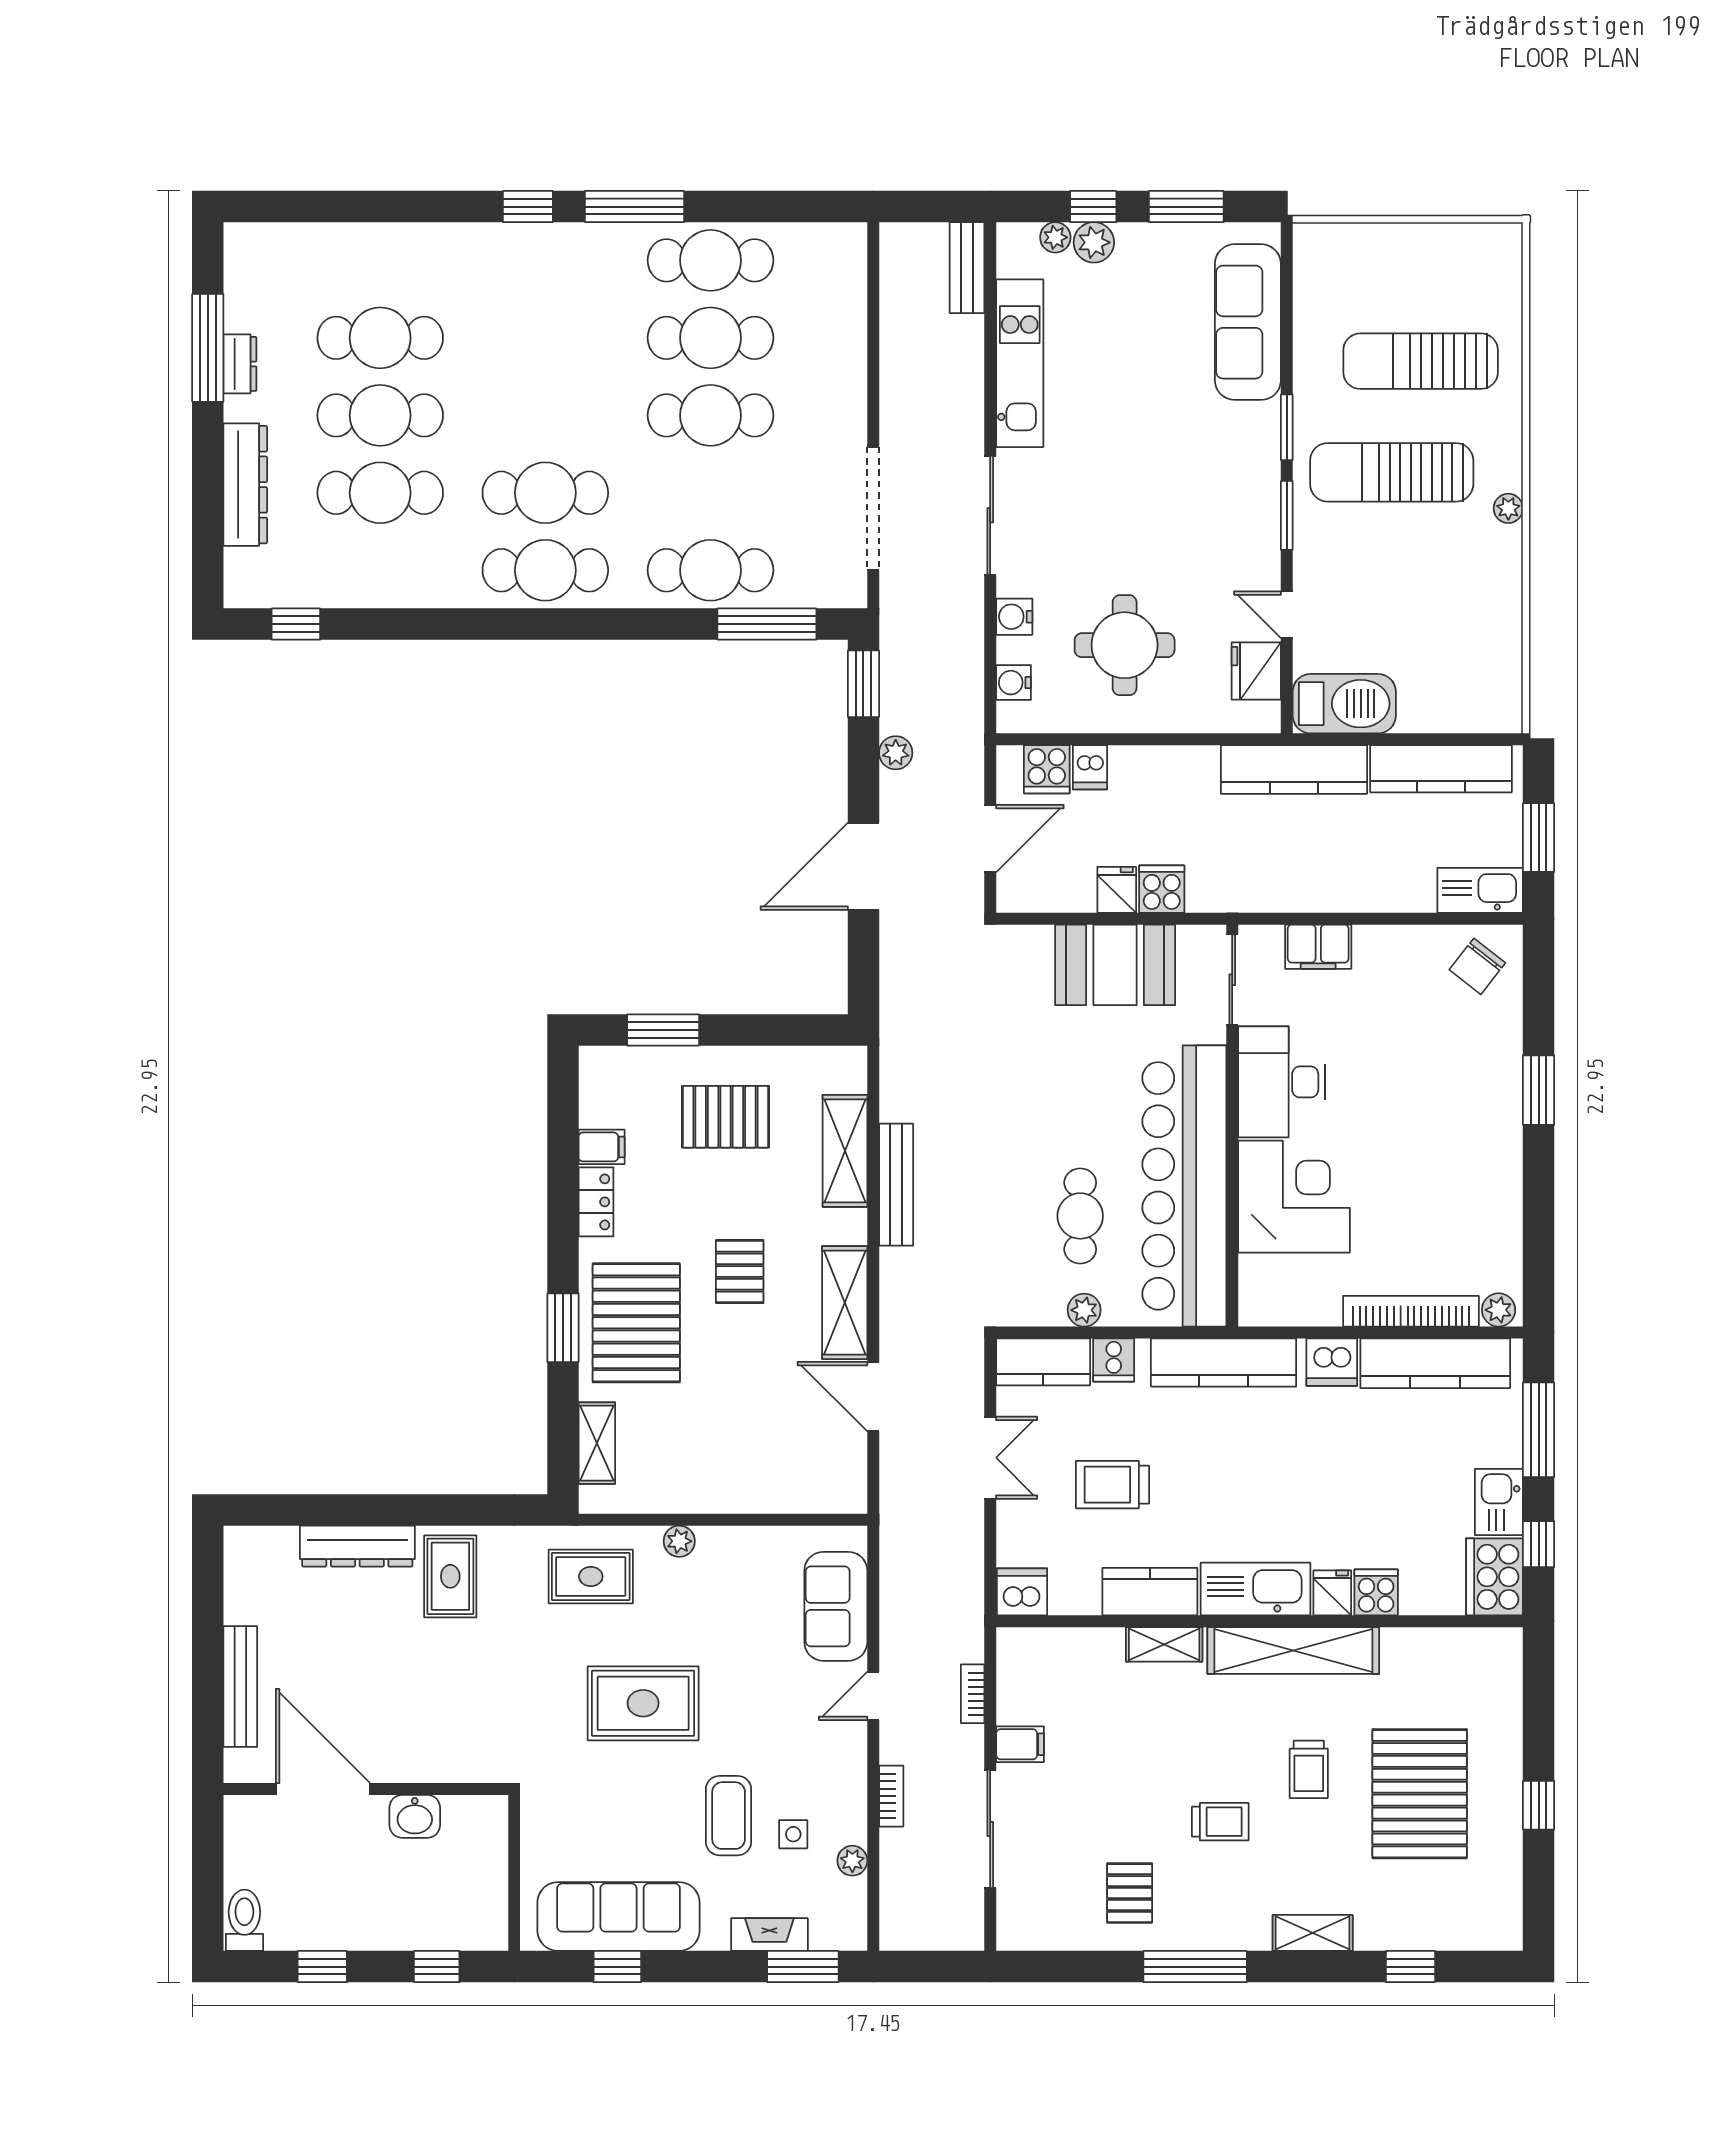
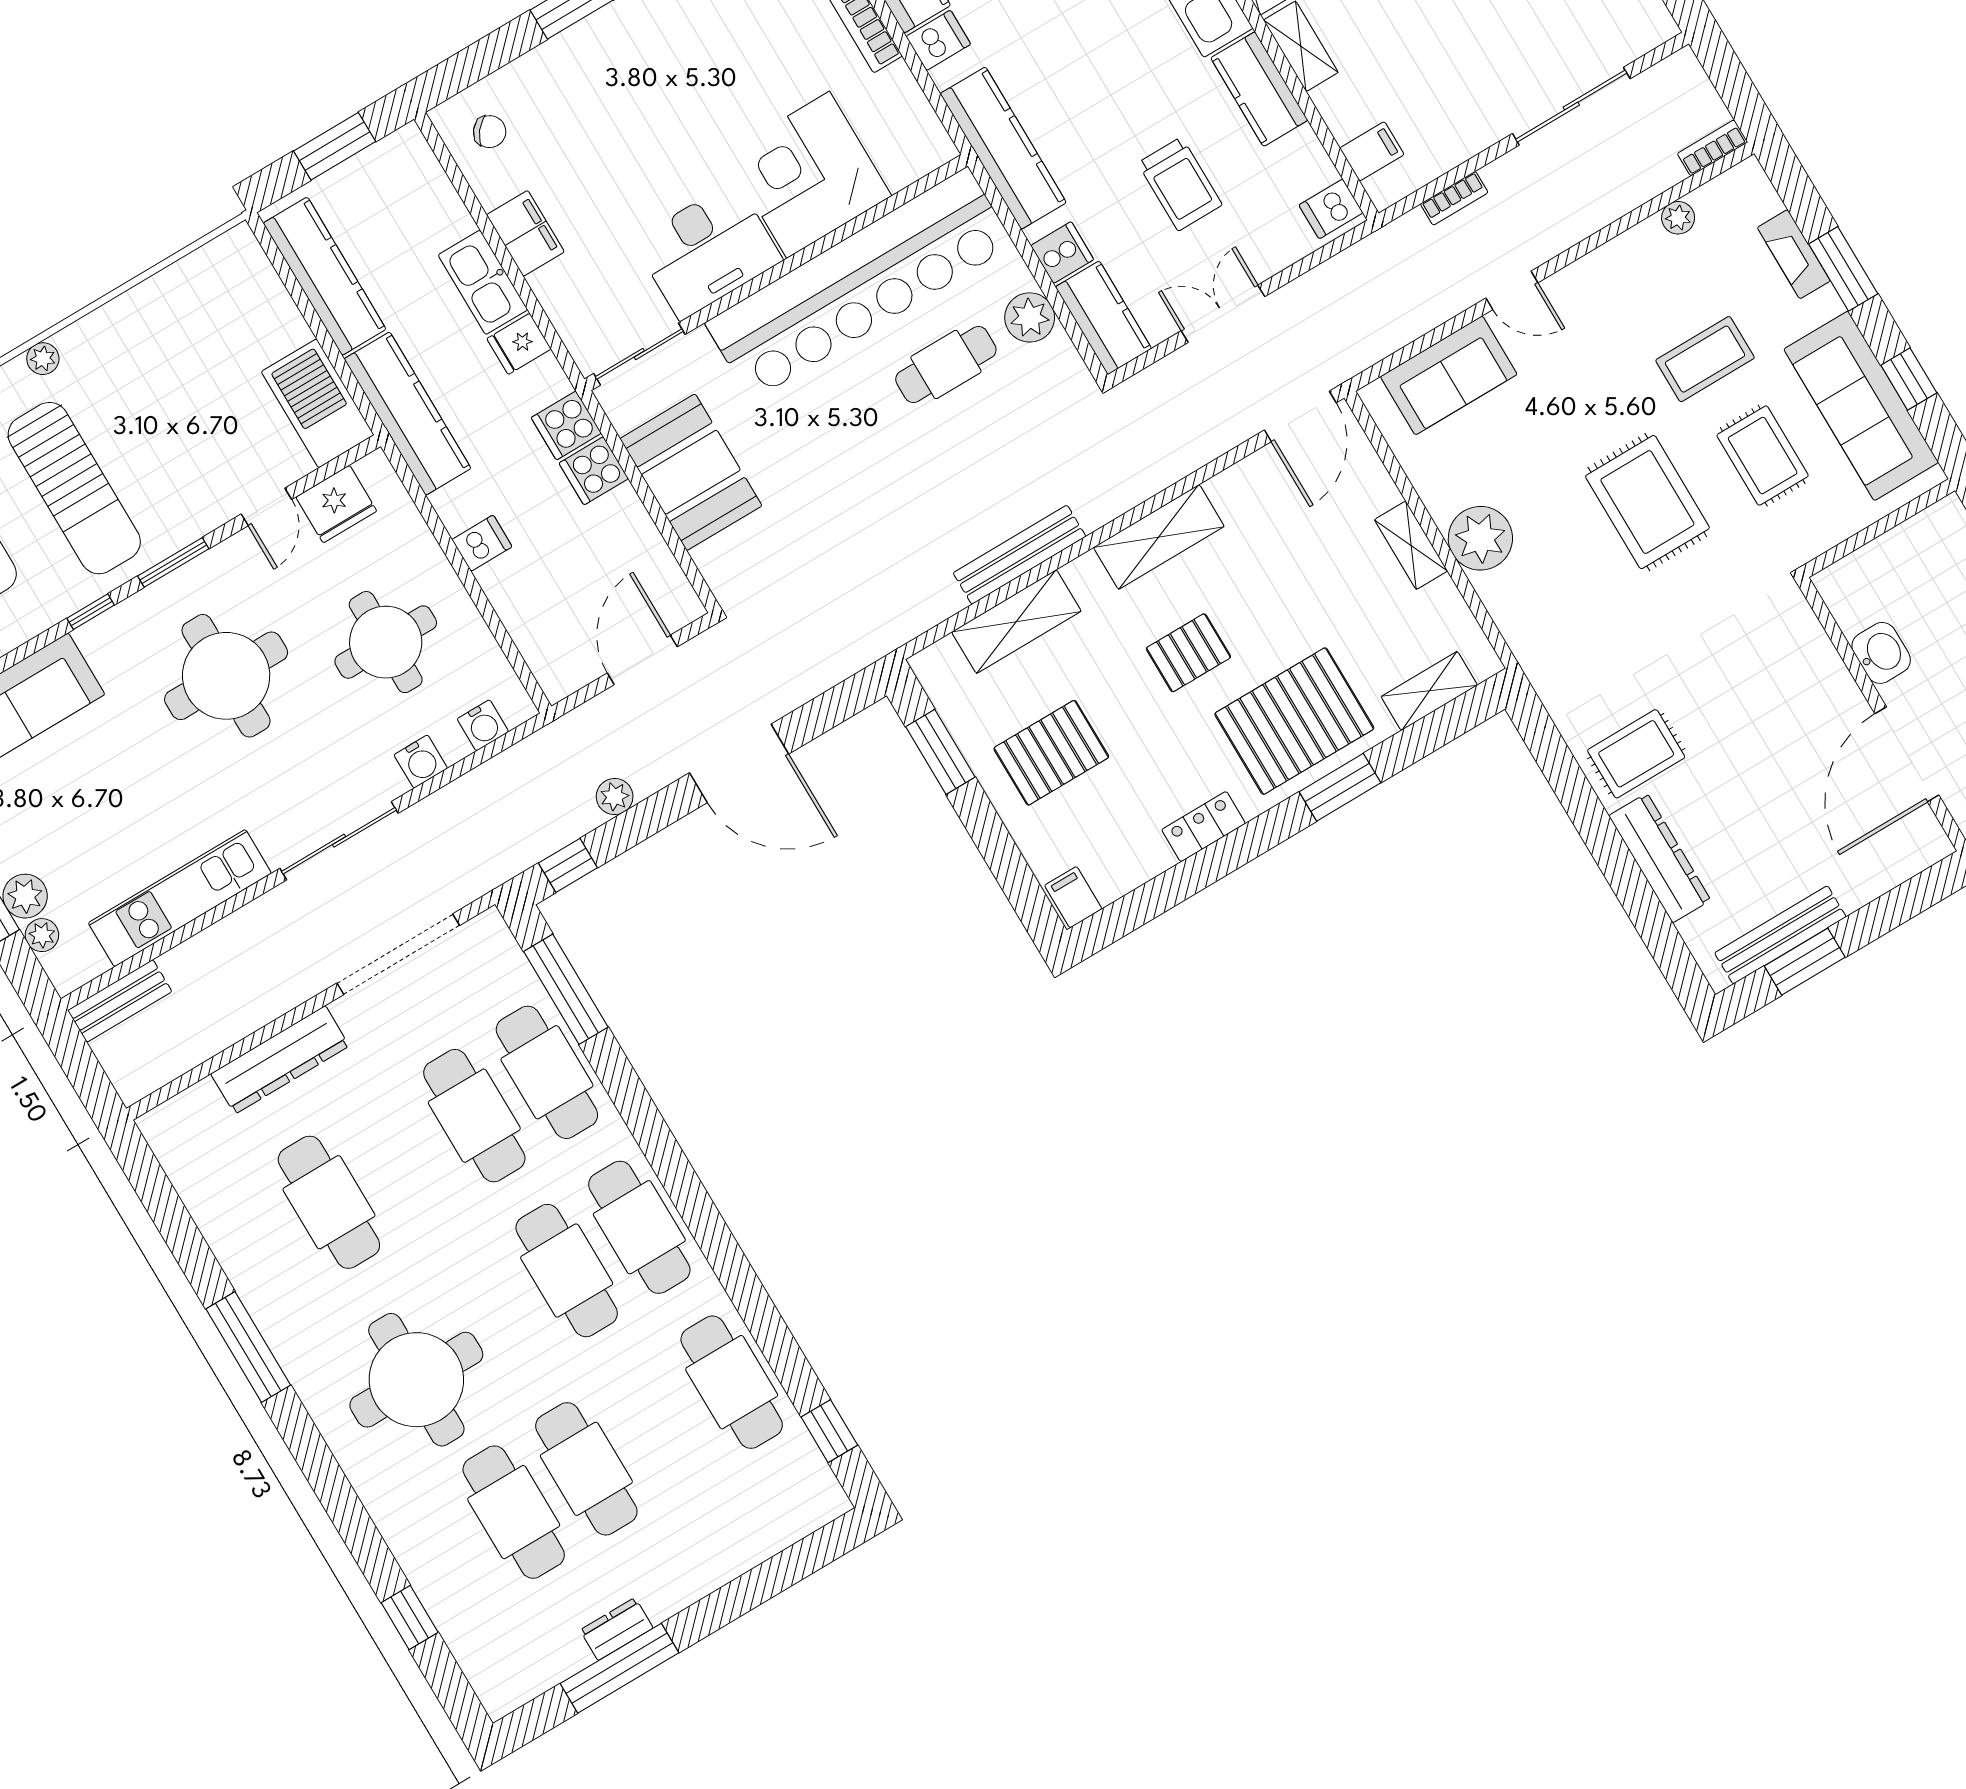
window: (528, 207) -> (410, 1618), moved
cafe table: (711, 260) -> (256, 1246), removed
round table: (530, 323) -> (416, 1380), added
cafe table: (711, 415) -> (474, 1116), moved
window: (1287, 427) -> (91, 612), width x0.67
dresser: (245, 485) -> (280, 1060), moved, turned 180
cafe table: (380, 493) -> (732, 1382), moved
round table: (1173, 504) -> (226, 676), added
window: (863, 684) -> (568, 865), width x0.67
dishwasher: (1090, 767) -> (482, 543), moved
cooker: (1047, 769) -> (566, 425), moved, turned 180
door: (990, 839) -> (642, 660), hinge flipped
fridge: (1117, 890) -> (519, 344), moved
kitchen sink: (1480, 890) -> (483, 282), moved
filing cabinet: (1318, 947) -> (525, 233), moved
chair: (1477, 966) -> (490, 132), width x0.73, depth x0.73
window: (663, 1030) -> (940, 752), moved
pallet: (725, 1117) -> (1051, 753), turned 90
filing cabinet: (602, 1147) -> (1073, 897), moved
plant: (1084, 1310) -> (1030, 317), width x1.38, depth x1.38
dishwasher: (1332, 1362) -> (938, 40), width x0.73
door: (873, 1397) -> (1300, 416), moved
shelving: (720, 1497) -> (1411, 545), added
plant: (679, 1541) -> (1480, 538), width x1.88, depth x1.88
rug: (591, 1577) -> (1763, 456), moved
dishwasher: (1022, 1592) -> (1331, 209), width x0.73
window: (208, 1612) -> (1805, 962), added
bench: (240, 1687) -> (1780, 935), moved
filing cabinet: (1020, 1744) -> (1372, 151), moved, turned 90
bookcase: (891, 1796) -> (1712, 148), moved
side table: (793, 1834) -> (1686, 288), removed
window: (803, 1967) -> (1843, 269), moved

